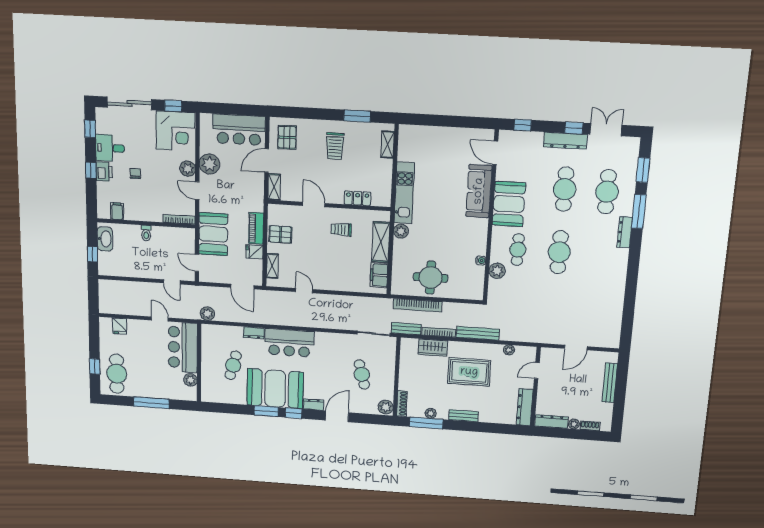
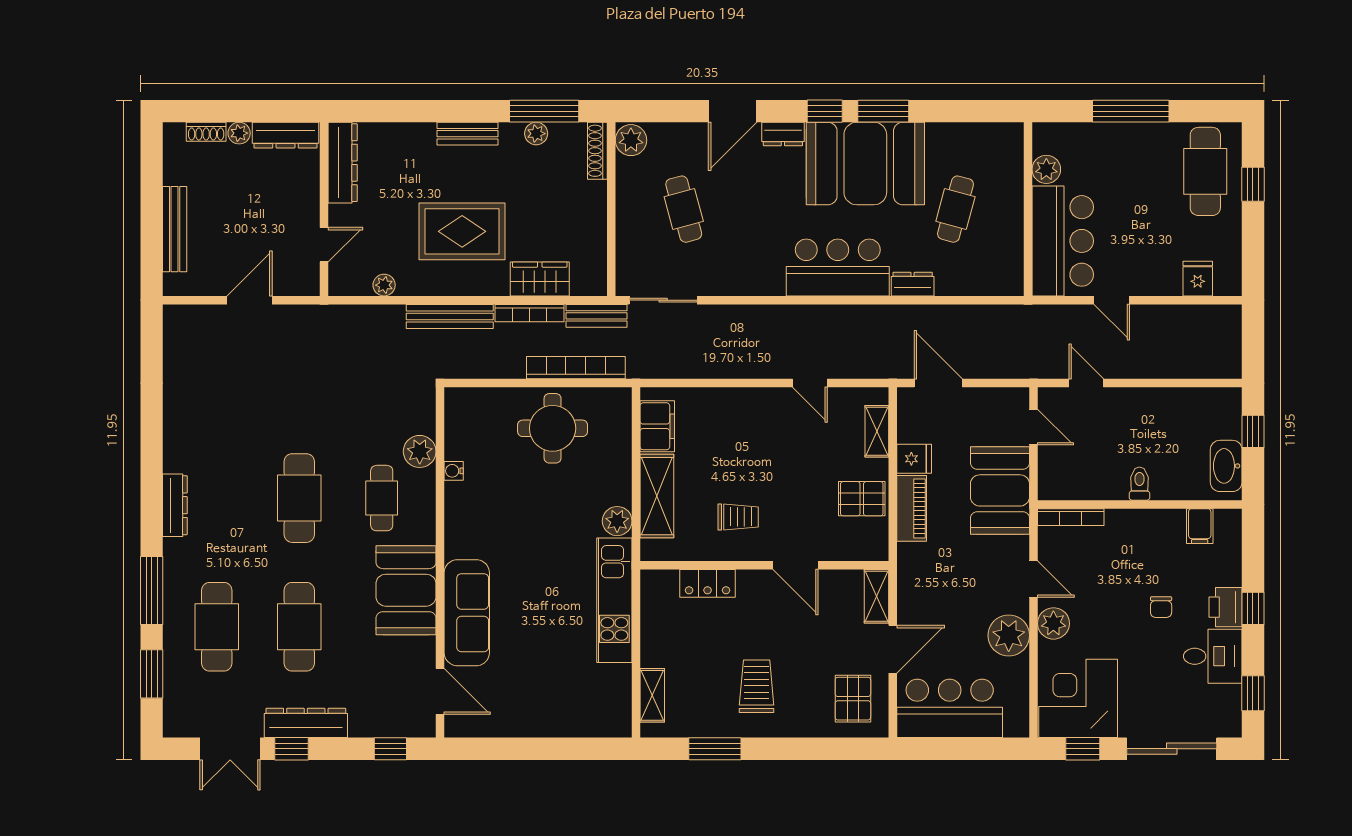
dresser: (625, 232) -> (175, 505), moved
plant: (207, 314) -> (1011, 319), removed

